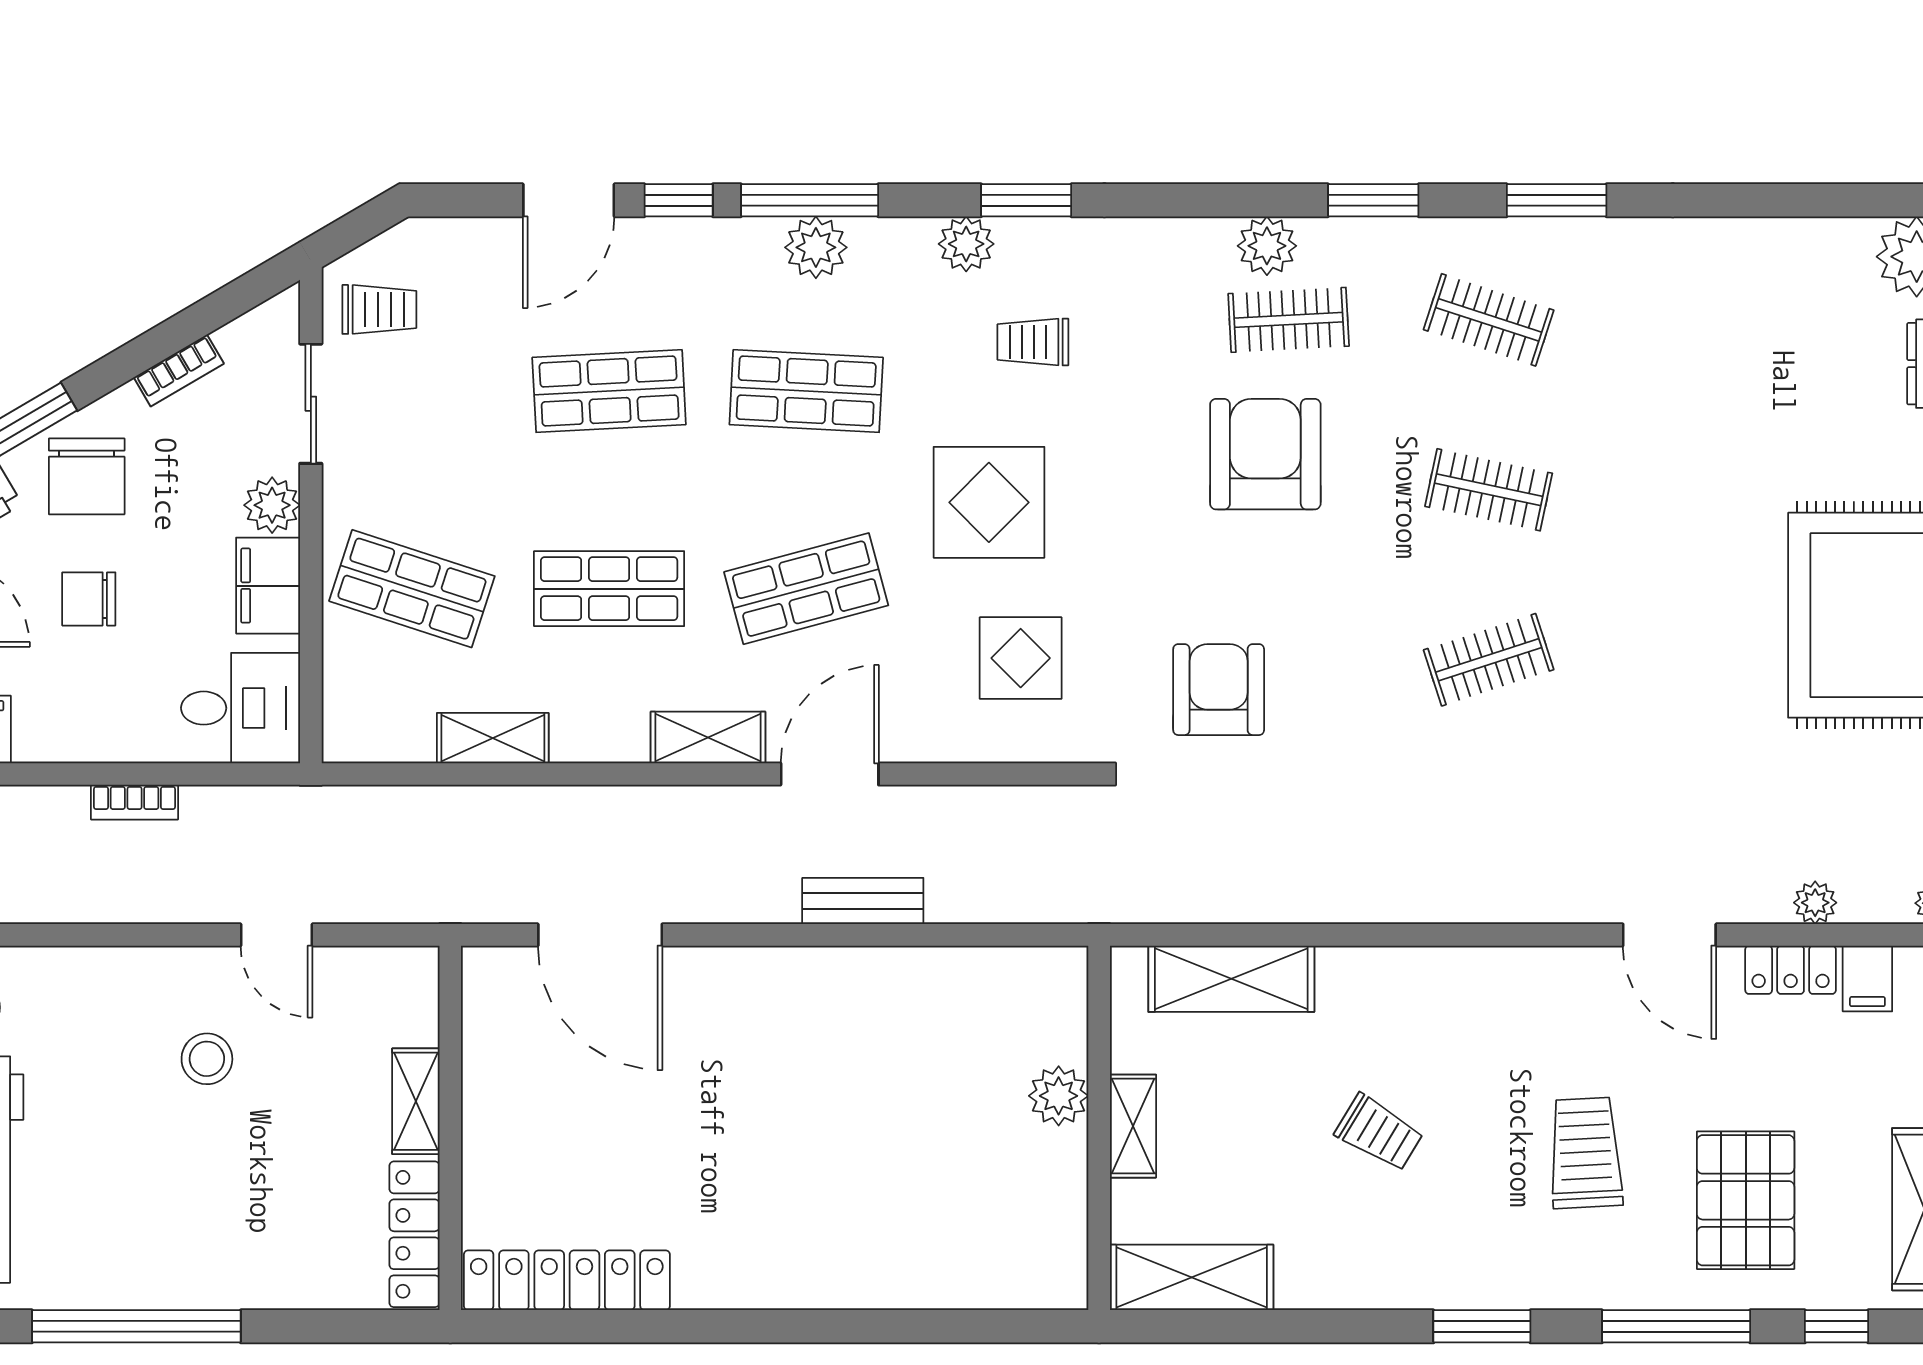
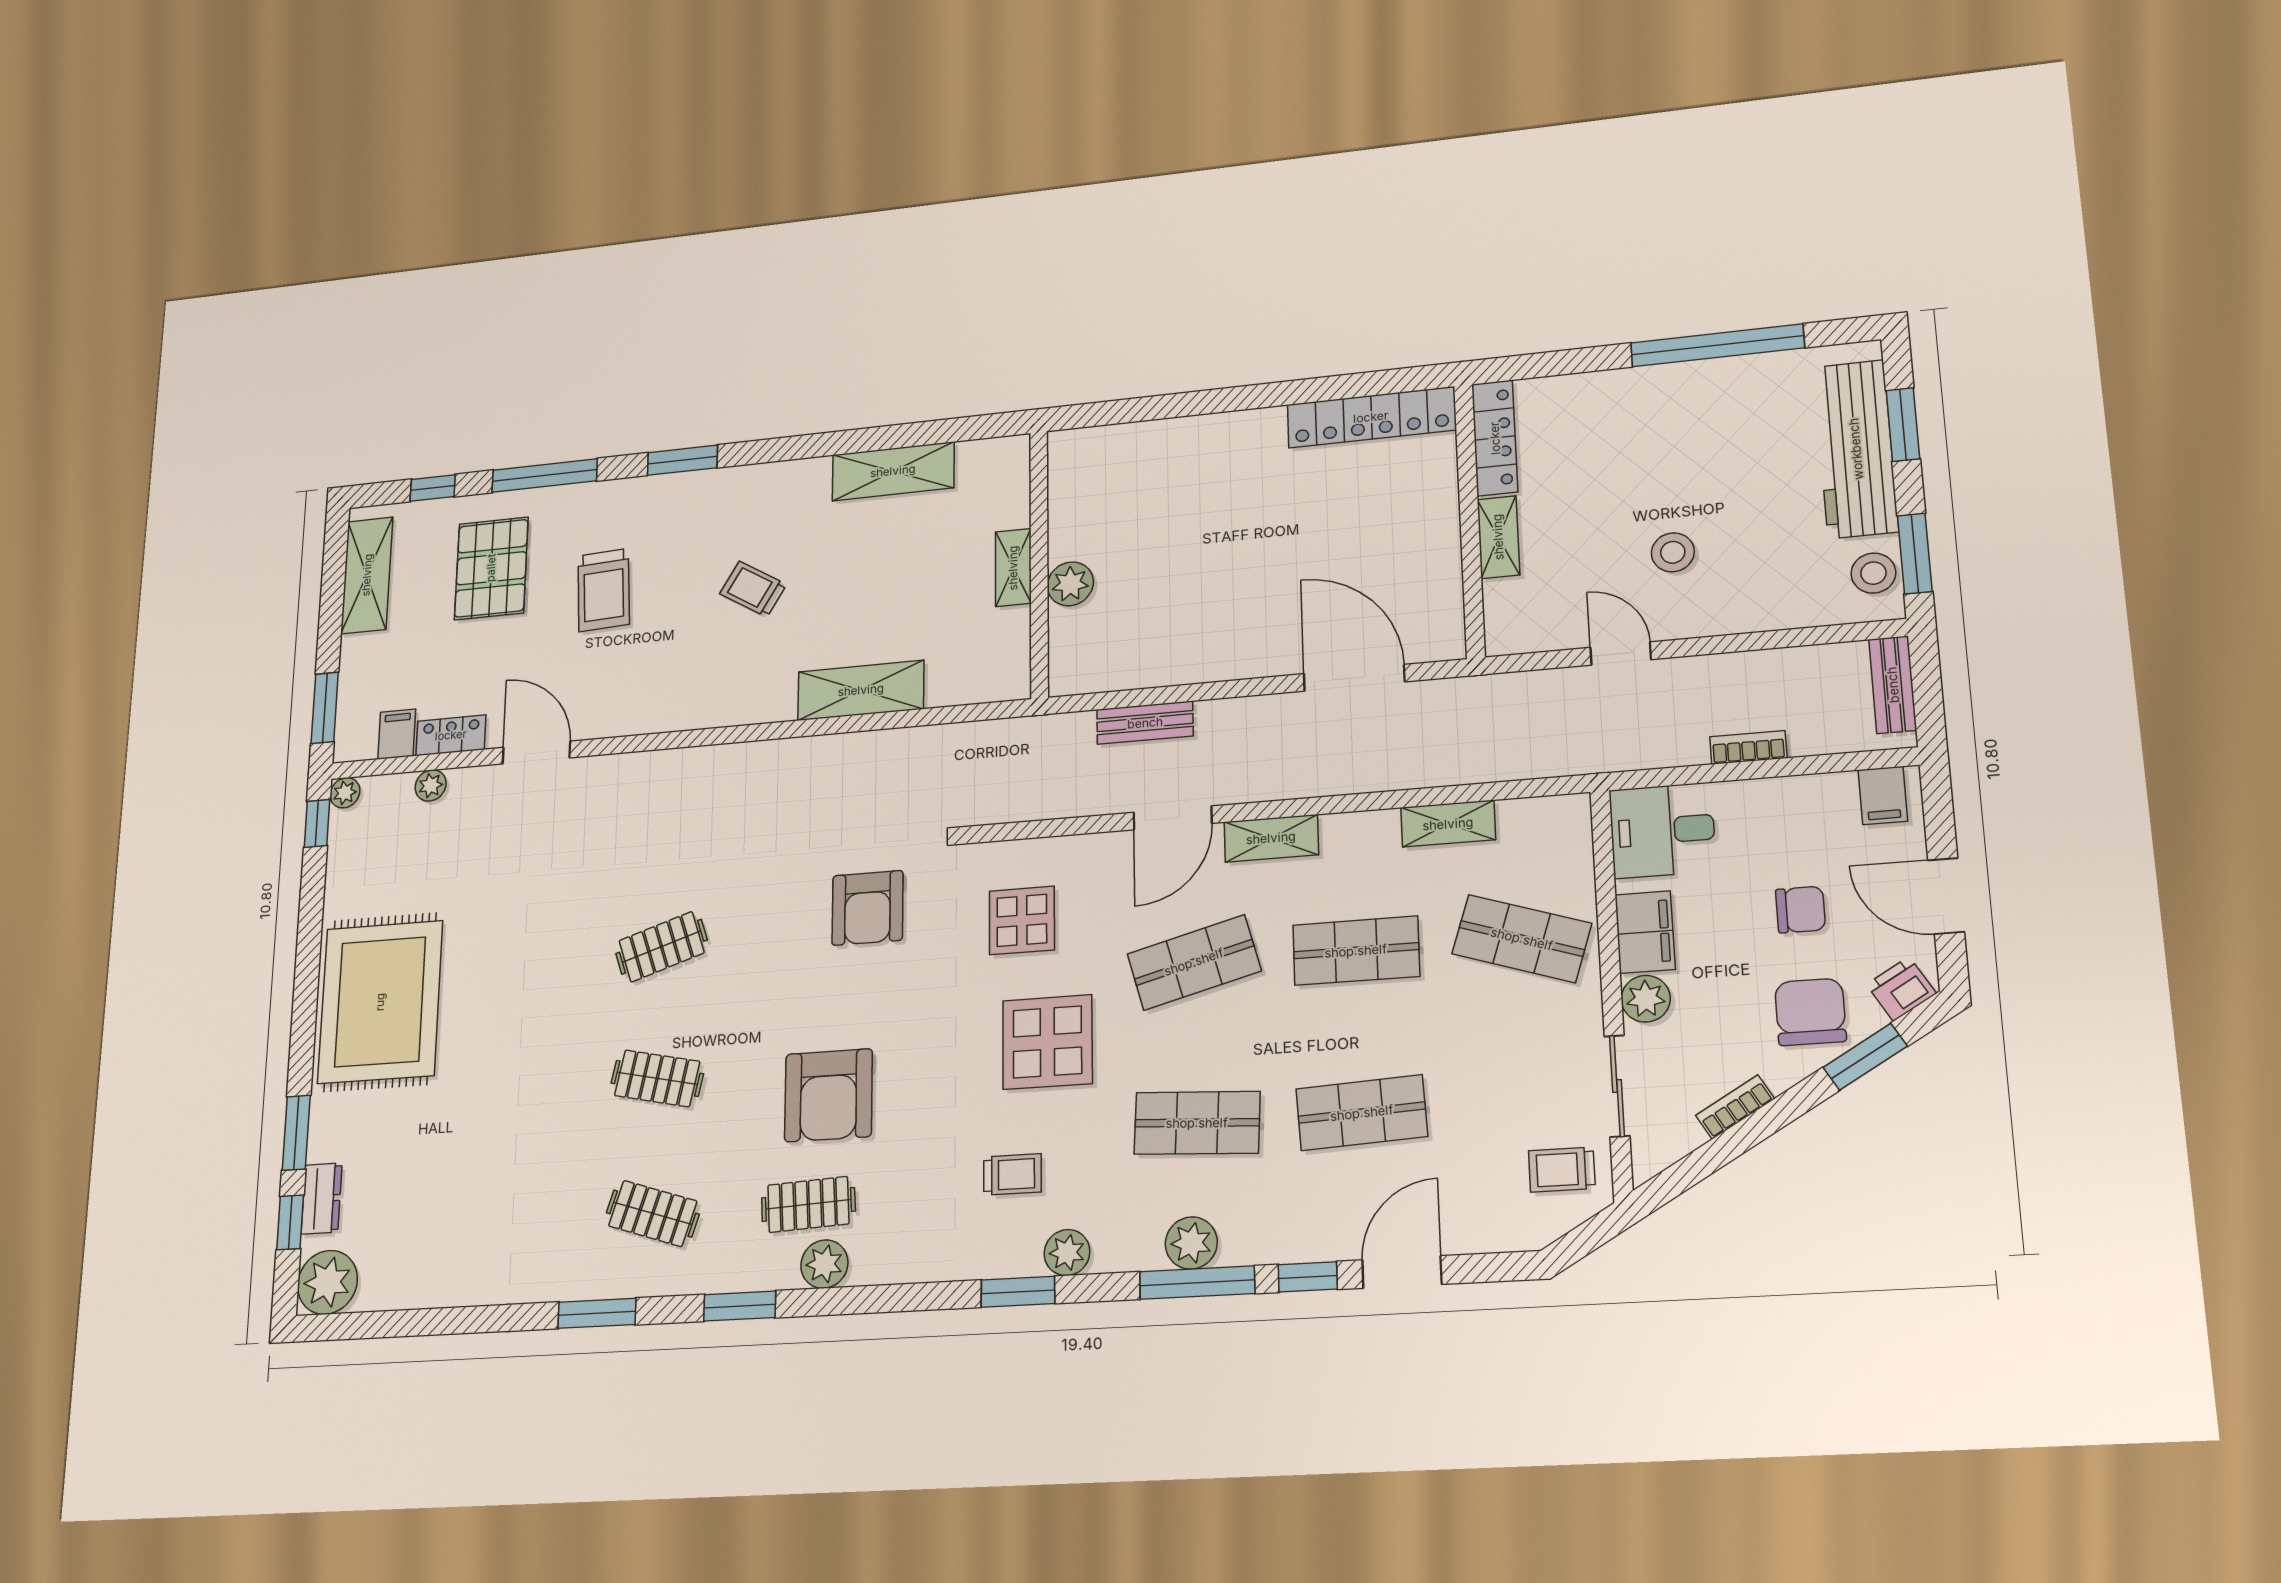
plant: (1059, 1096) -> (1070, 584), moved
shelving: (1133, 1126) -> (1013, 568), moved
wall: (1099, 1128) -> (1039, 564), moved

